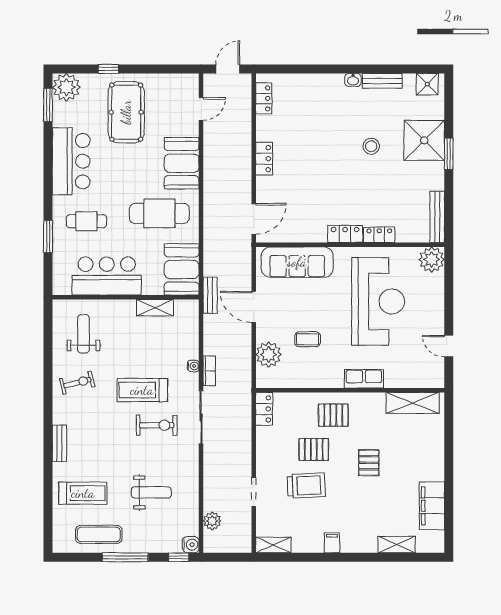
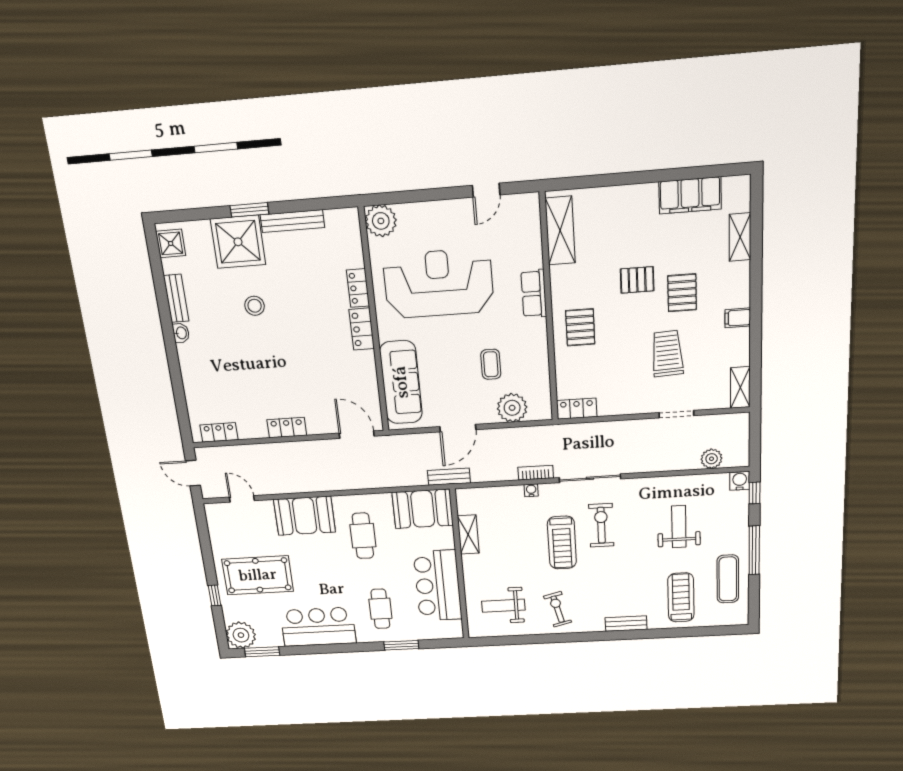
cafe table: (159, 213) -> (363, 536), width x0.73, depth x0.74
bench: (437, 217) -> (292, 221), moved
pallet: (314, 449) -> (682, 293), moved

